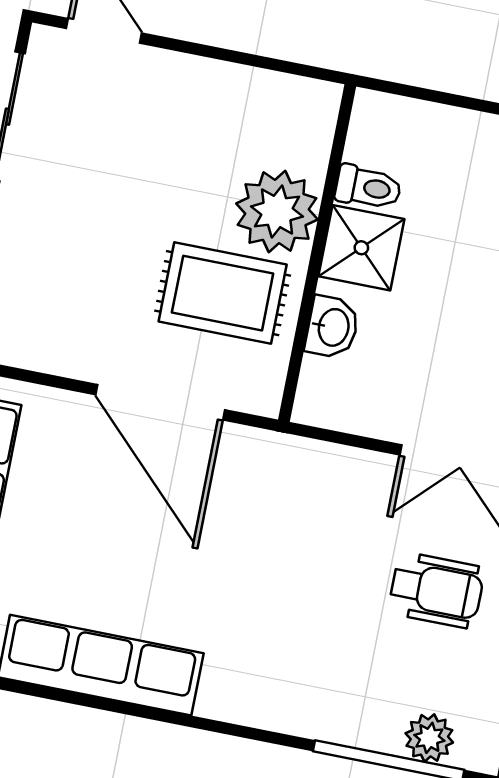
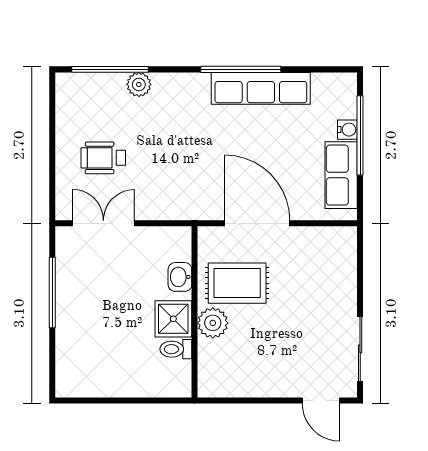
plant: (277, 211) -> (213, 323), width x0.73, depth x0.73
window: (133, 710) -> (241, 69), added
plant: (429, 738) -> (139, 84), moved

